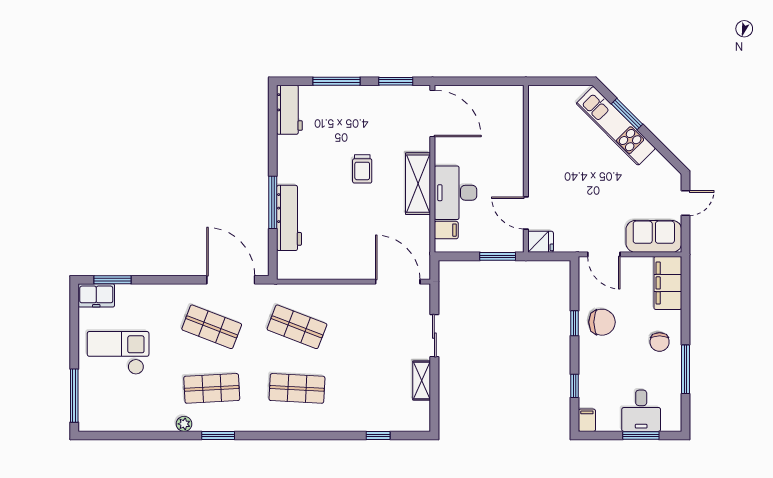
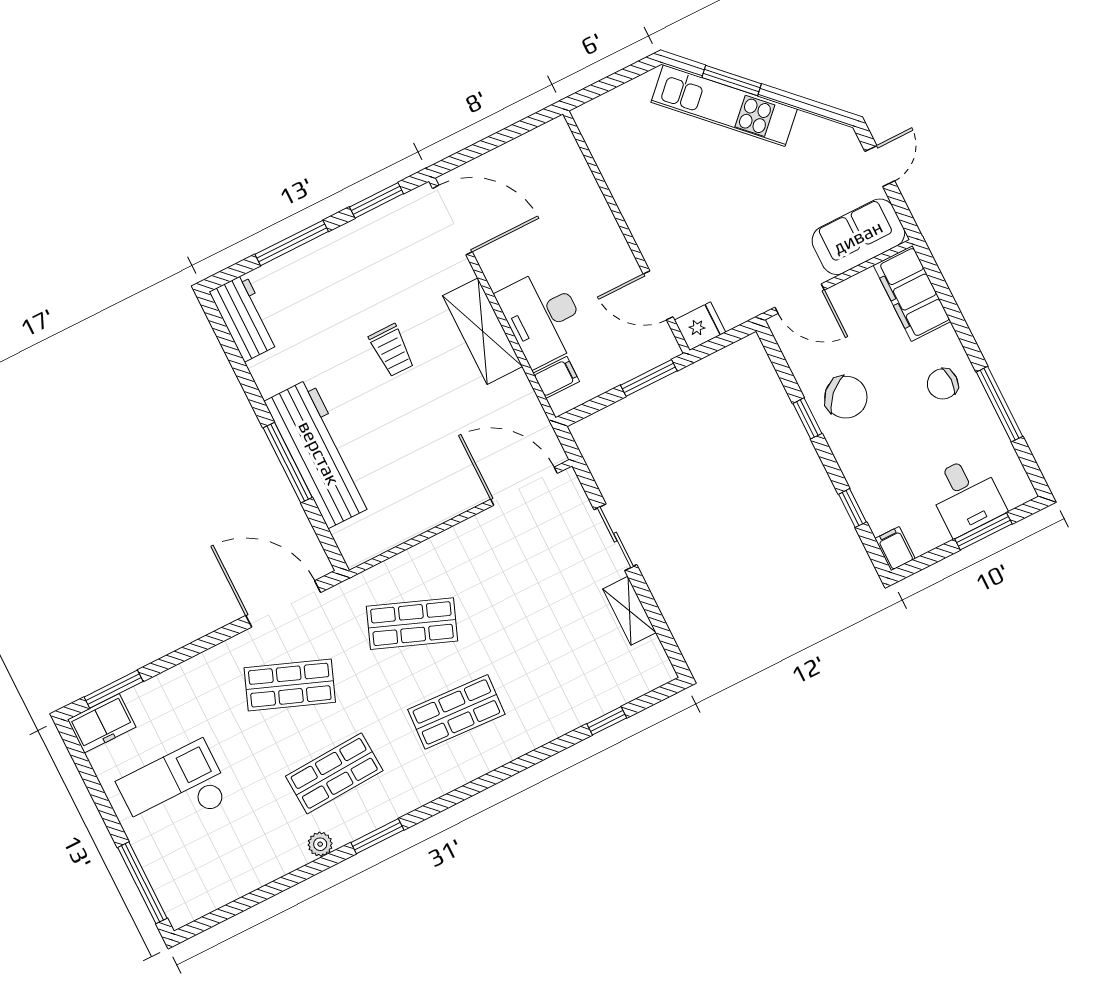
workbench: (289, 218) -> (319, 453), width x1.36, depth x1.32
chair: (602, 322) -> (846, 397), turned 45
chair: (660, 342) -> (943, 384), turned 90

